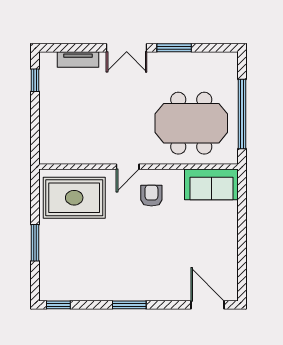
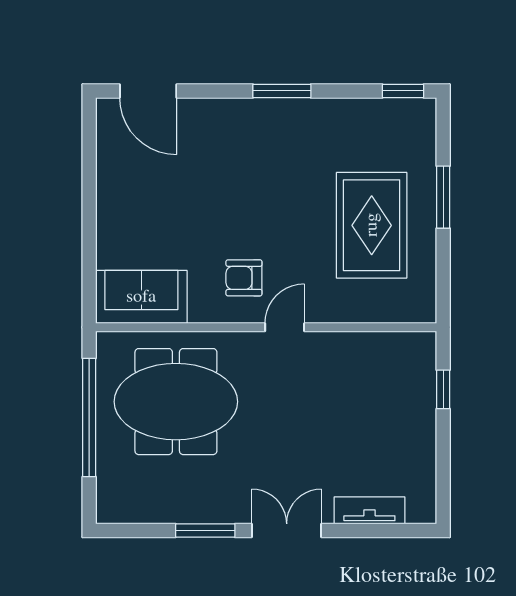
window: (35, 80) -> (443, 389), moved
armchair: (151, 196) -> (244, 278), turned 90
rug: (74, 198) -> (372, 225), moved, turned 90

